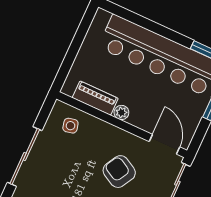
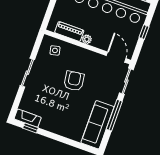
sliding door: (25, 156) -> (27, 73), width x0.73
armchair: (119, 172) -> (74, 81), moved, turned 53

